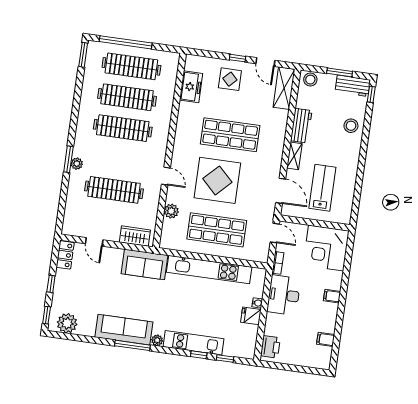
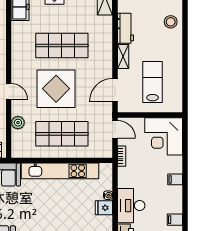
door: (281, 191) -> (115, 90), swing flipped
desk: (284, 295) -> (131, 206), moved

